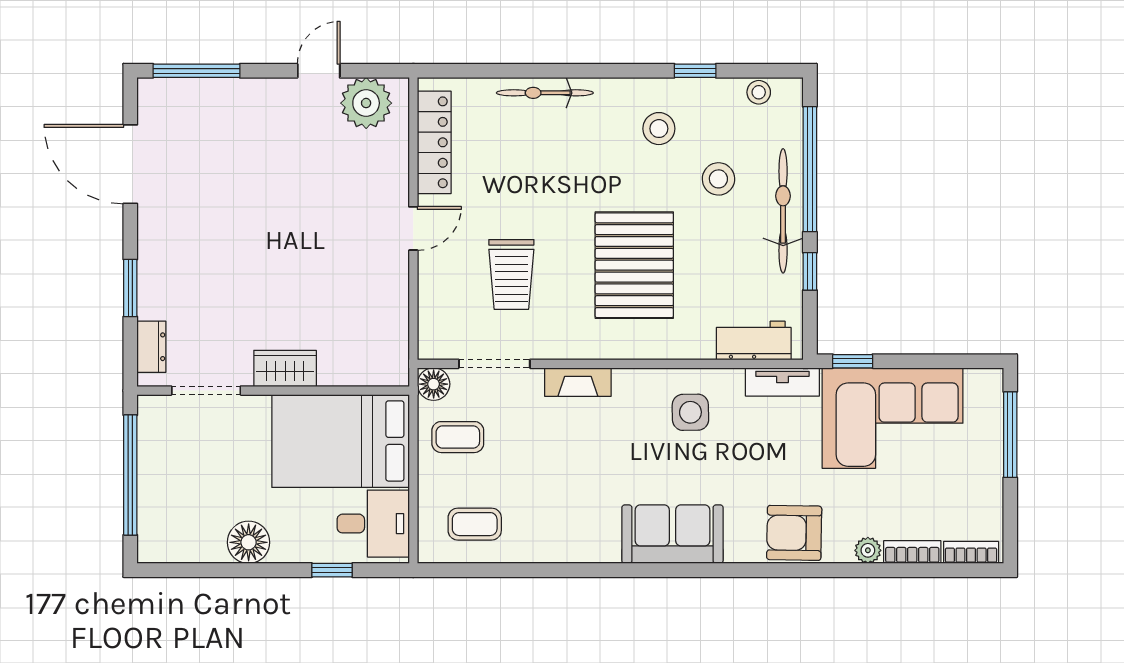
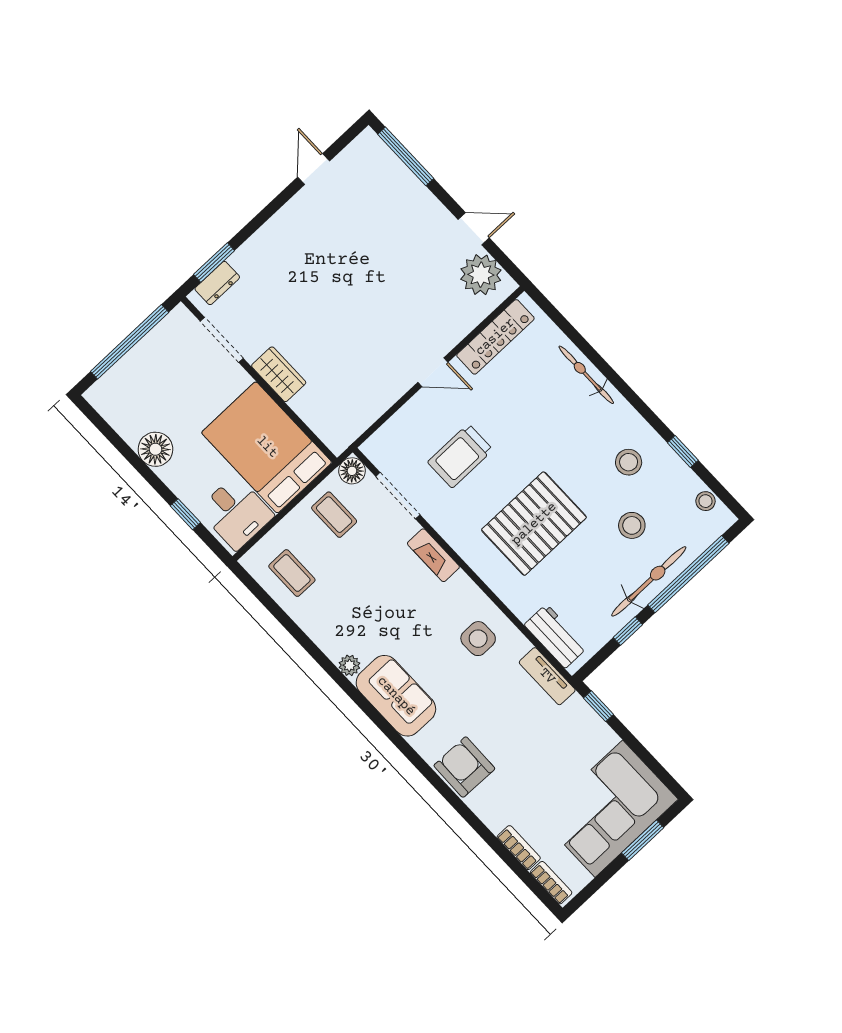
door: (130, 164) -> (314, 169), width x0.53
window: (130, 288) -> (214, 263), moved
corner sofa: (892, 418) -> (609, 809), moved, turned 90
window: (1010, 435) -> (643, 840), width x0.69
plant: (868, 550) -> (349, 665), moved

